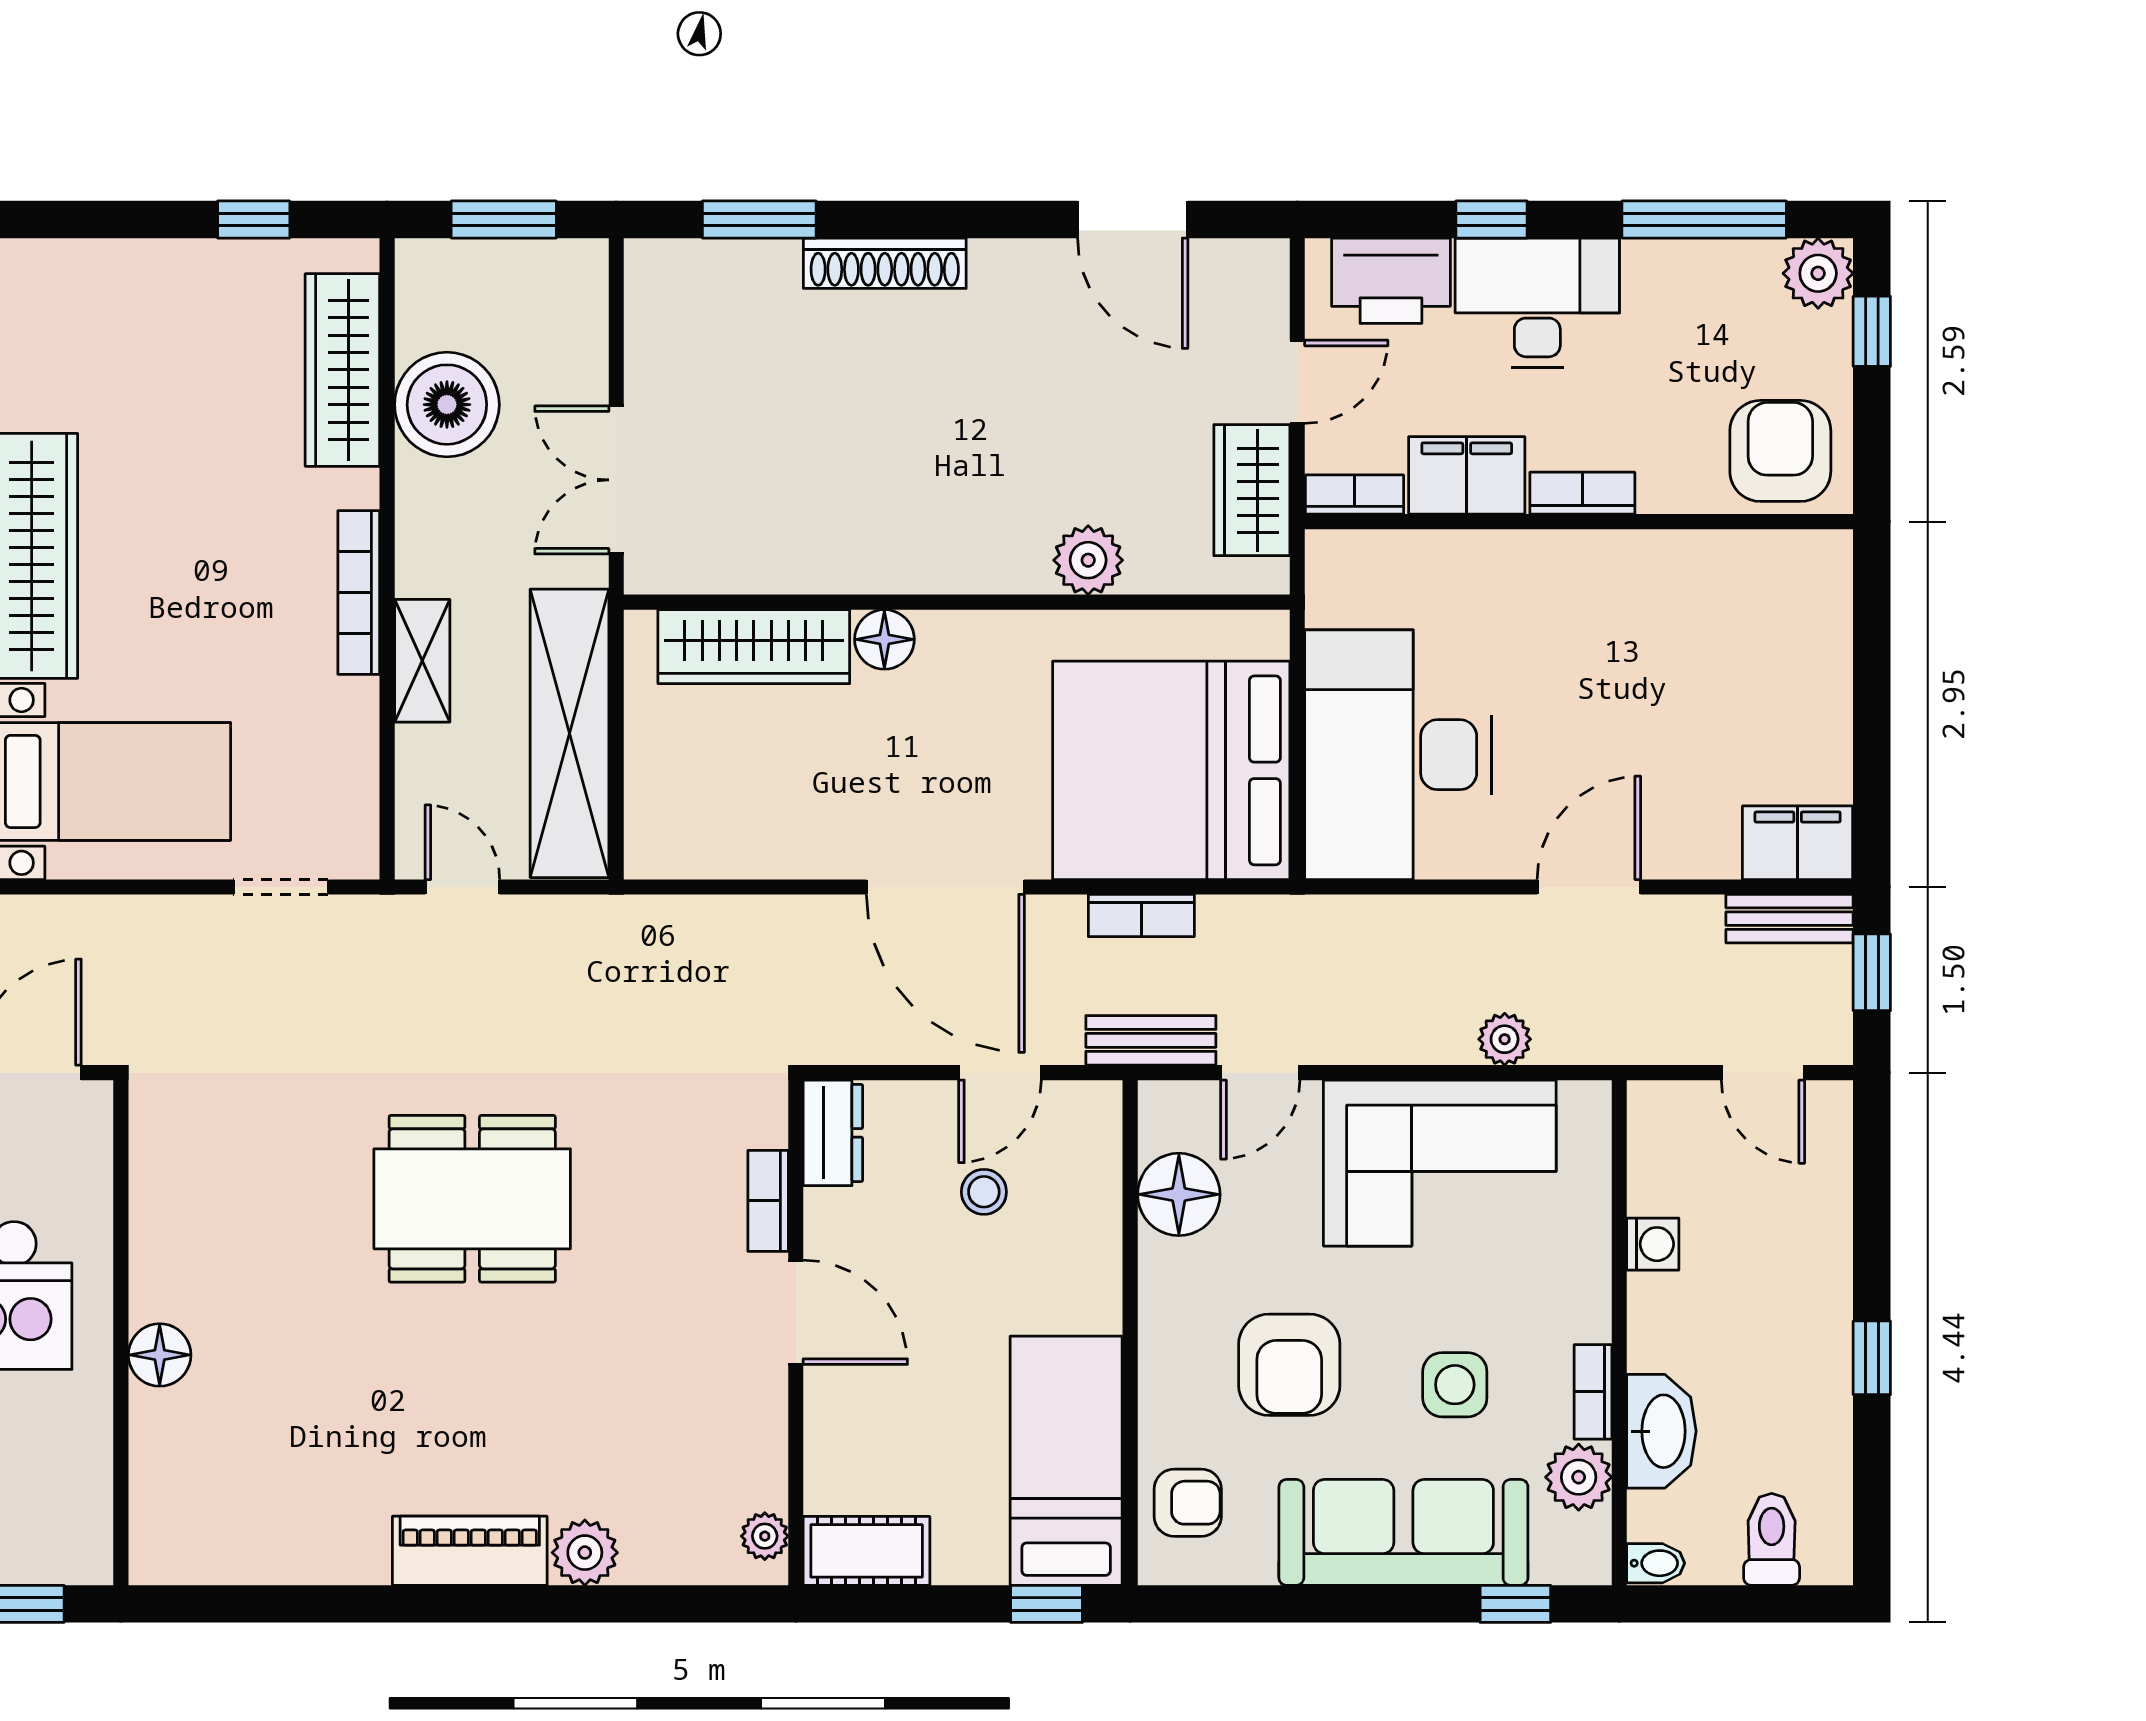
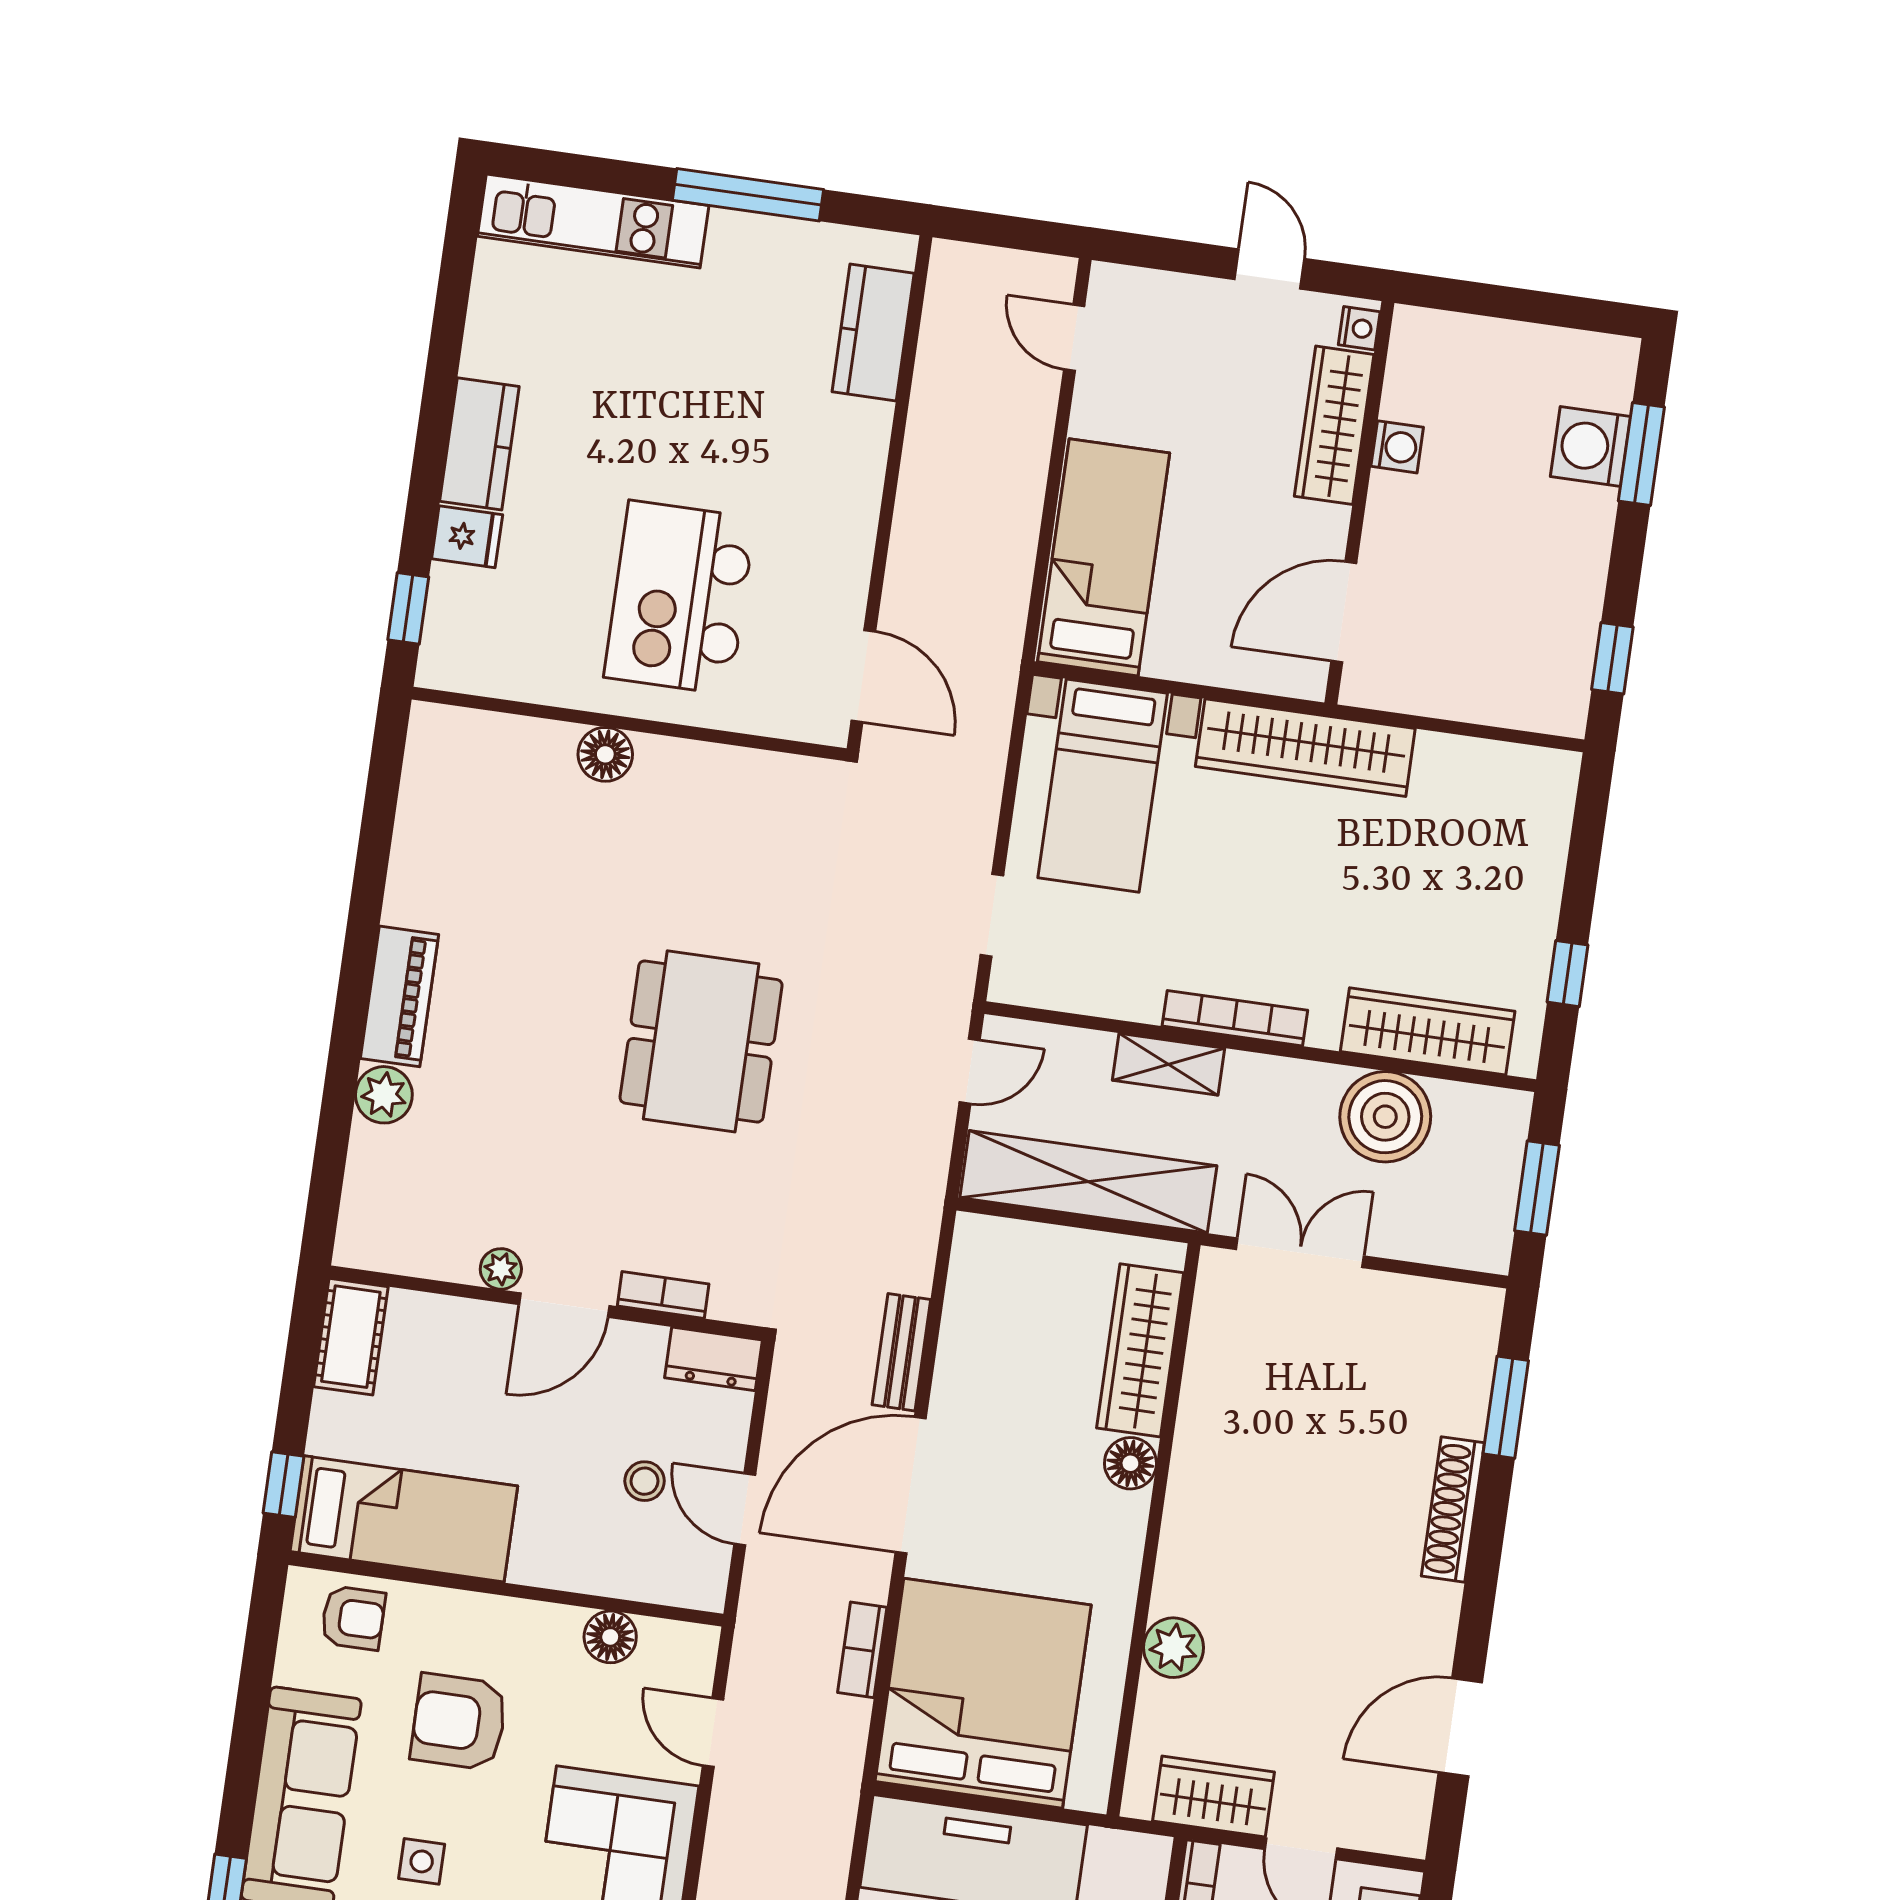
bench: (1151, 1040) -> (901, 1352), moved
floor lamp: (1179, 1194) -> (610, 1637), width x0.73, depth x0.73
side table: (1455, 1385) -> (422, 1861), width x0.73, depth x0.73
armchair: (1188, 1503) -> (353, 1618), turned -90
plant: (765, 1536) -> (501, 1269), moved

